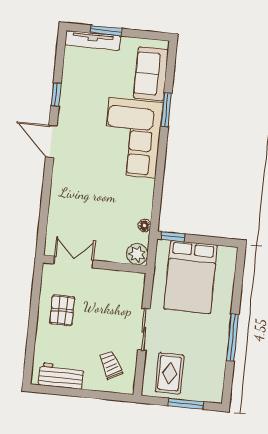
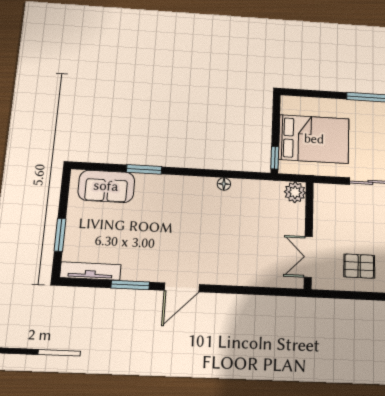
tv unit: (93, 40) -> (90, 271), moved, turned -90
window: (56, 94) -> (130, 285), width x1.50
corner sofa: (132, 138) -> (175, 202), removed
floor lamp: (144, 226) -> (224, 184), moved

